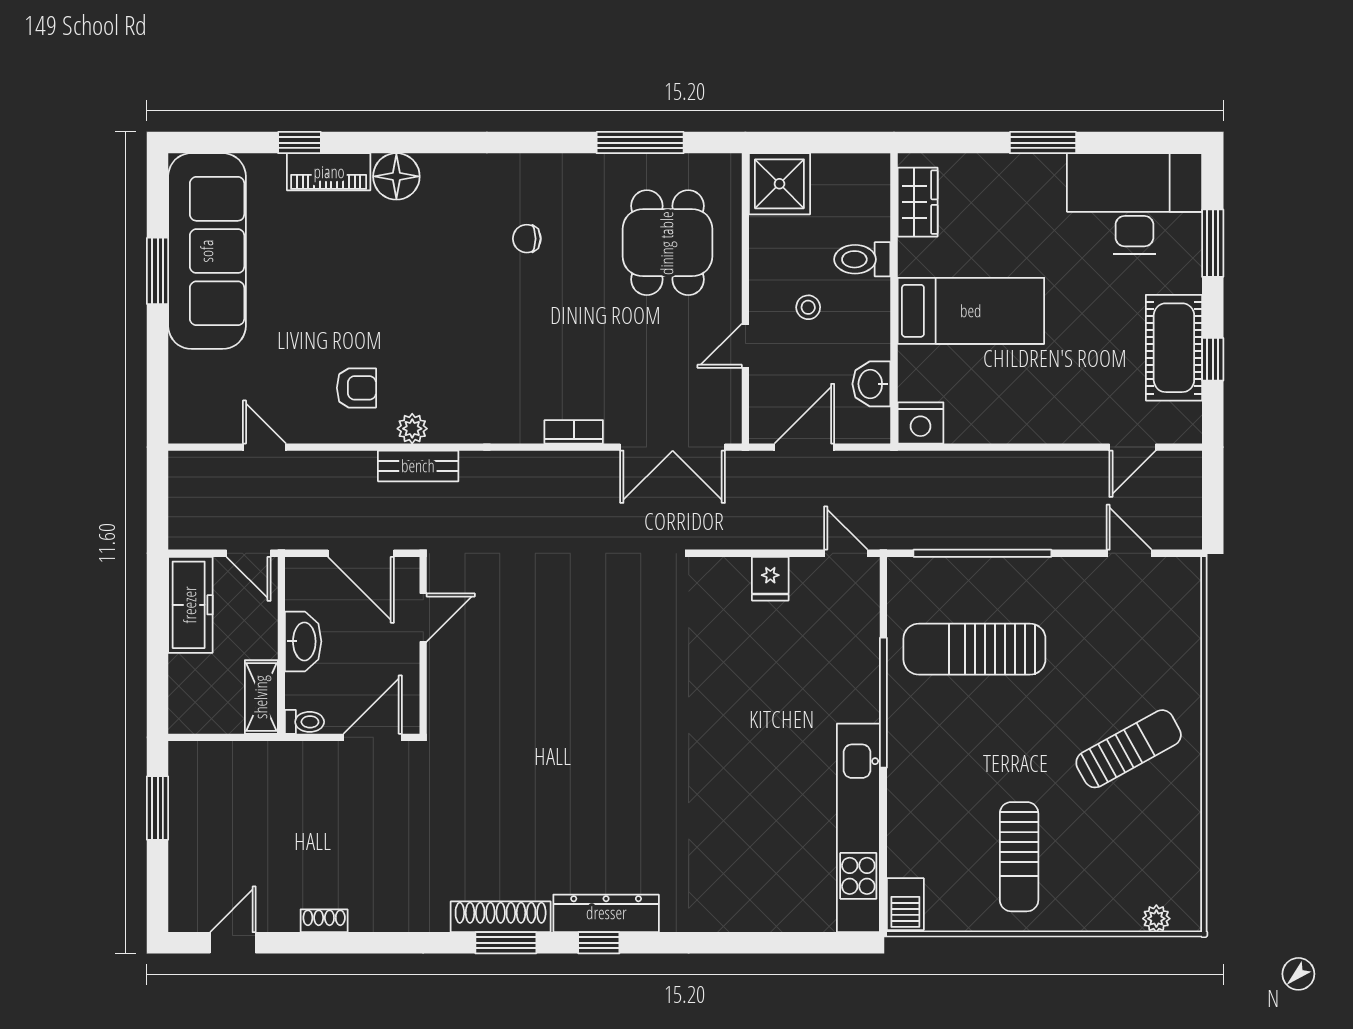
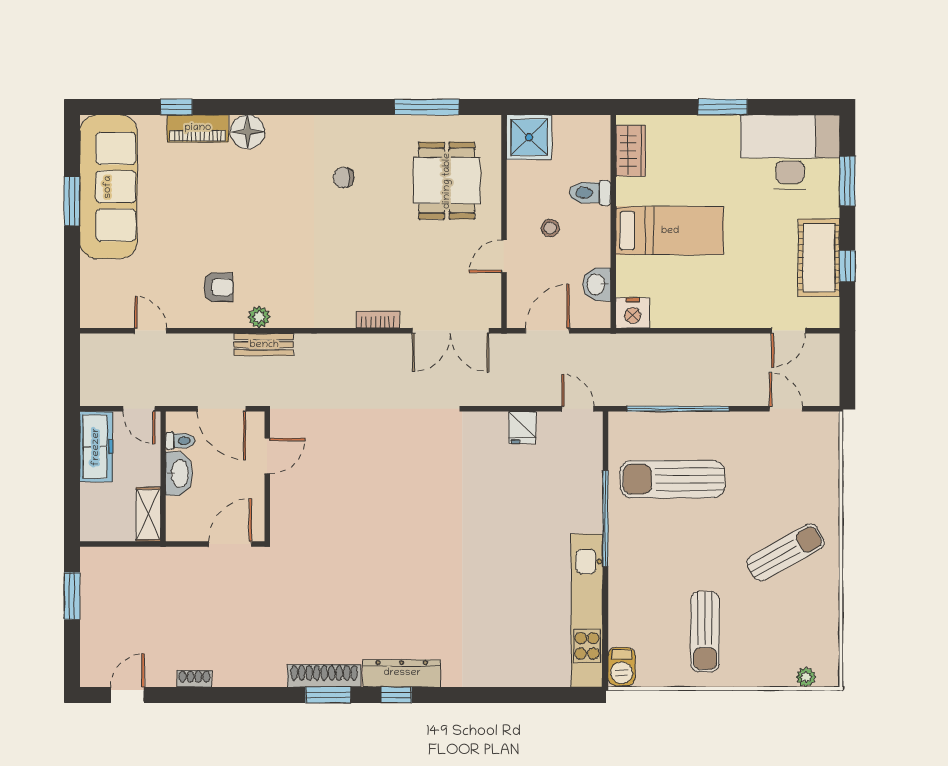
toilet: (305, 722) -> (180, 441), moved

